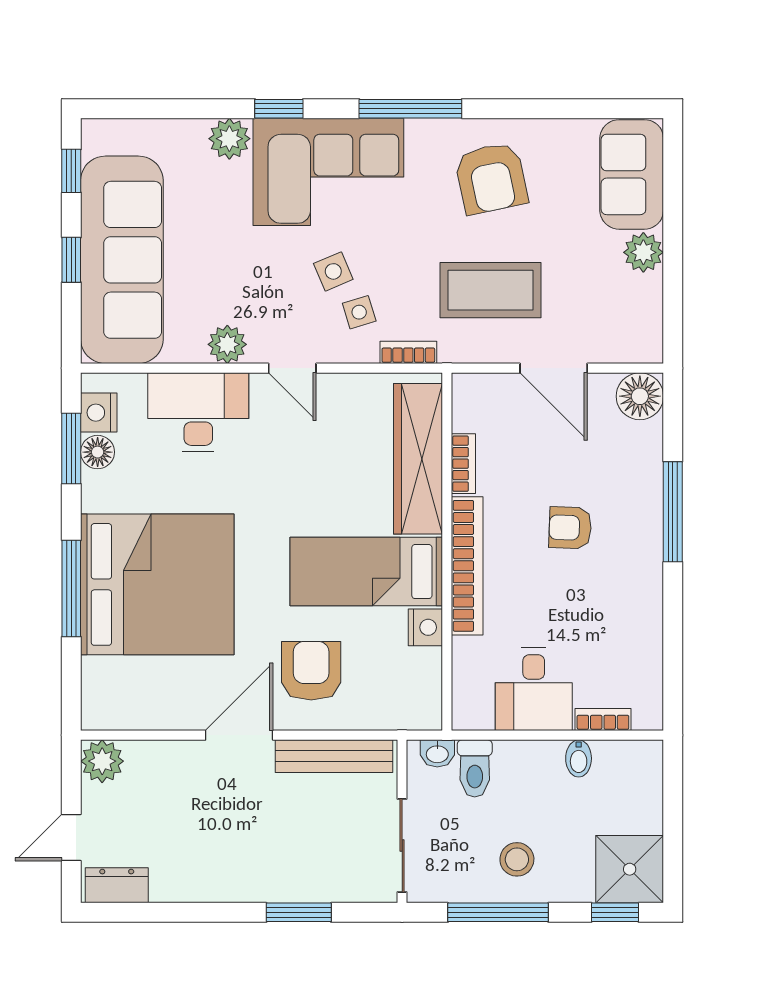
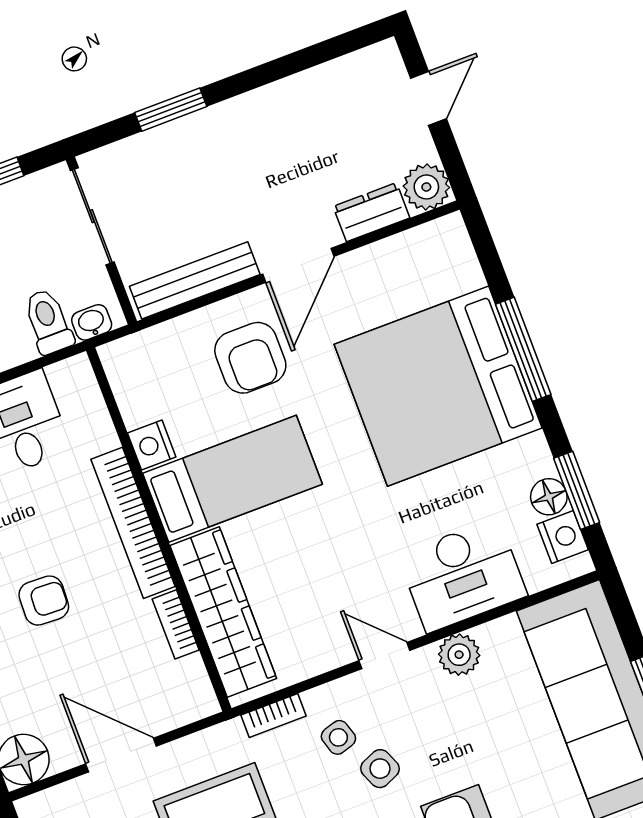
dresser: (117, 885) -> (371, 212), moved, turned 180

